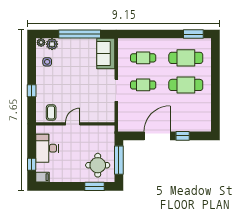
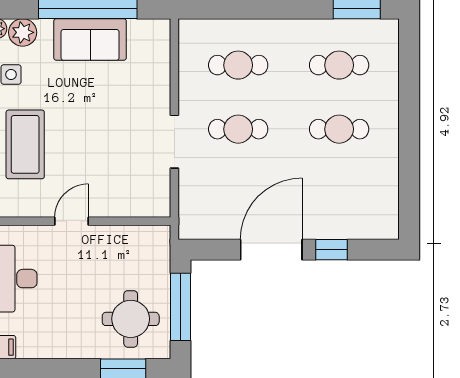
sofa: (106, 54) -> (90, 39), moved, turned -90
cafe table: (186, 58) -> (339, 65), width x0.73, depth x0.74
cafe table: (186, 85) -> (339, 129), width x0.73, depth x0.74
coffee table: (51, 113) -> (25, 144), moved, width x1.86, depth x1.72

